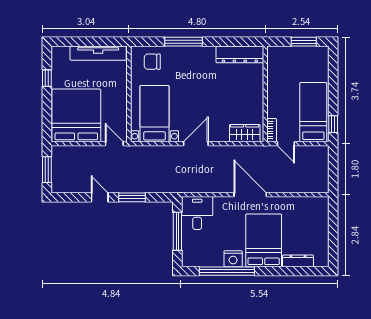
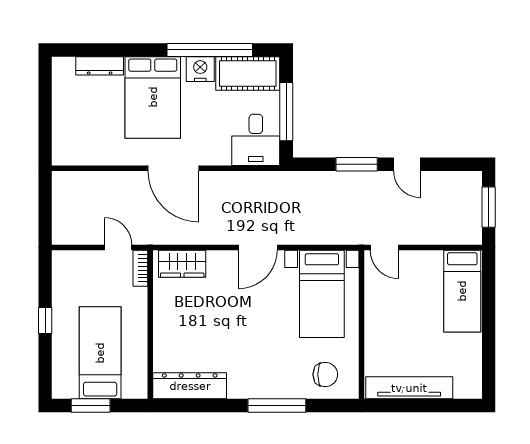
window: (47, 78) -> (489, 349), removed
bed: (313, 112) -> (100, 353), moved, turned 180
bed: (76, 115) -> (462, 291), width x0.49
window: (333, 124) -> (45, 320), moved
cot: (202, 256) -> (248, 73), added

